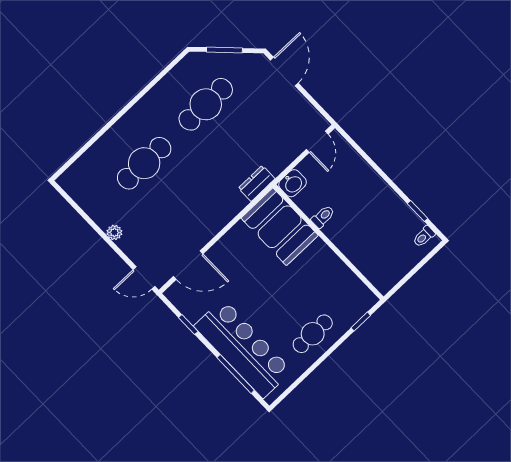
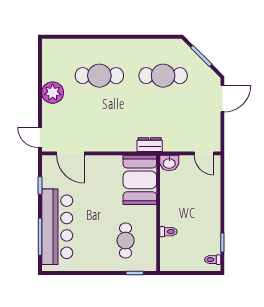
door: (317, 142) -> (204, 153), hinge flipped
toilet: (323, 217) -> (168, 232), moved
plant: (114, 232) -> (53, 93), width x1.88, depth x1.88
cafe table: (313, 334) -> (126, 241), moved, turned 90

